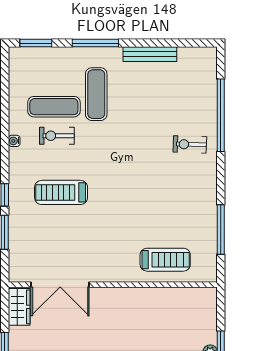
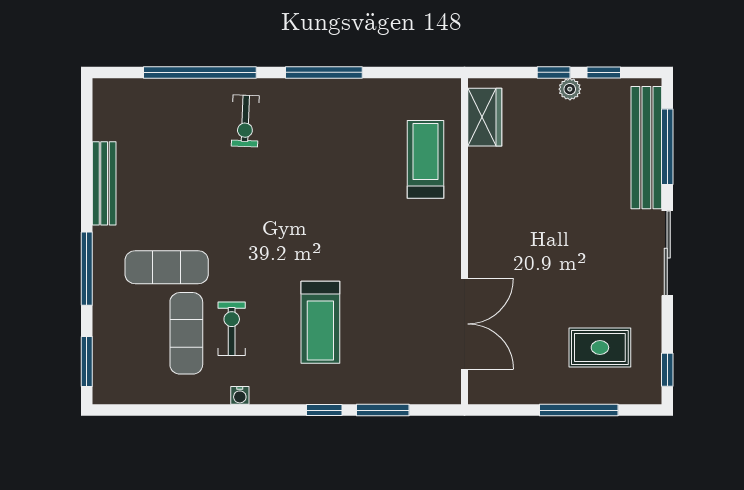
exercise bike: (57, 136) -> (232, 329), turned 180
window: (221, 229) -> (324, 72), moved
wardrobe: (19, 307) -> (485, 117), moved, turned 90

